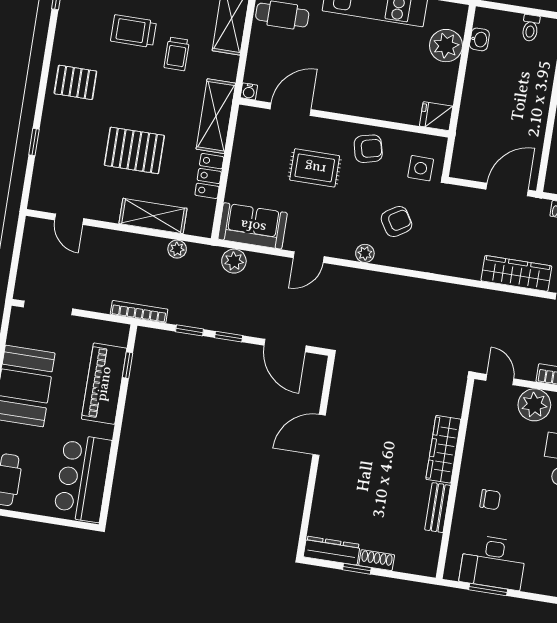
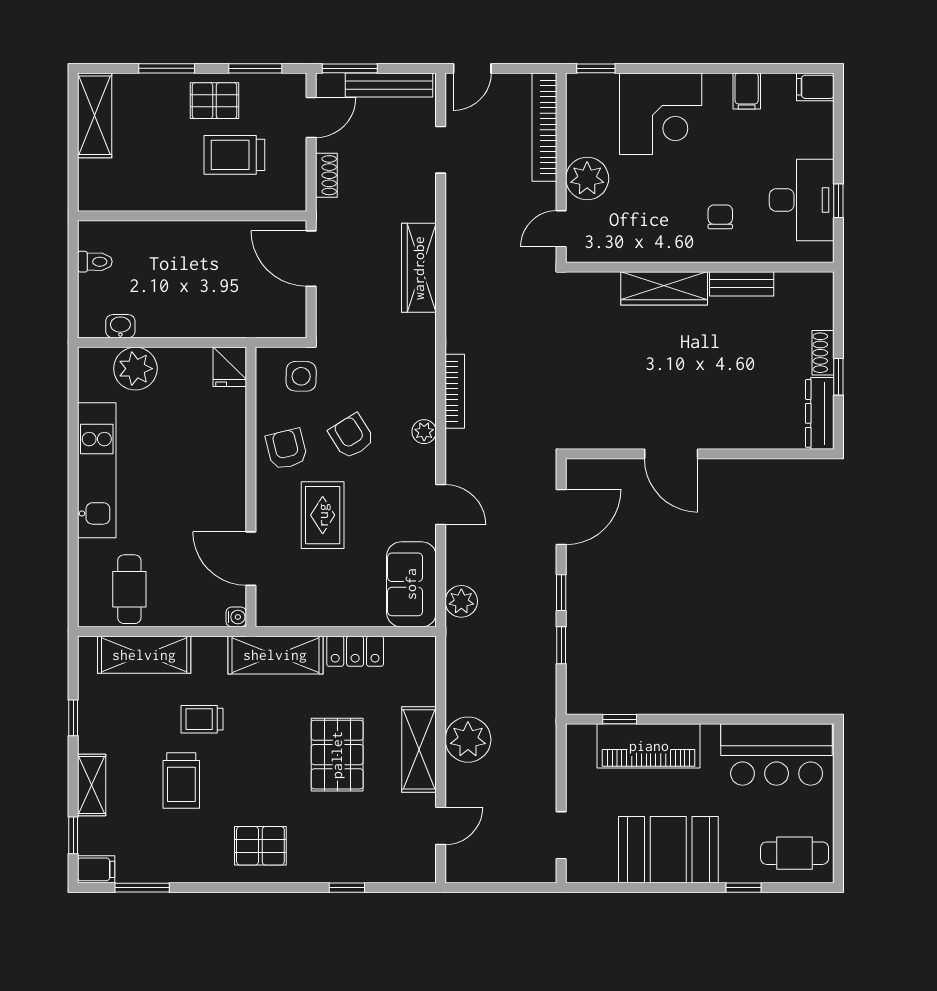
trolley: (177, 54) -> (202, 719), turned 180
pallet: (75, 82) -> (260, 846), turned 90
shelving: (153, 216) -> (419, 749), moved
armchair: (396, 222) -> (351, 436), moved
plant: (177, 249) -> (468, 740), moved, width x1.87, depth x1.87
wardrobe: (516, 273) -> (419, 268), moved
doorway: (48, 308) -> (561, 835), width x0.73
bookcase: (139, 312) -> (455, 391), moved, turned 180
window: (488, 590) -> (838, 201), width x0.67

